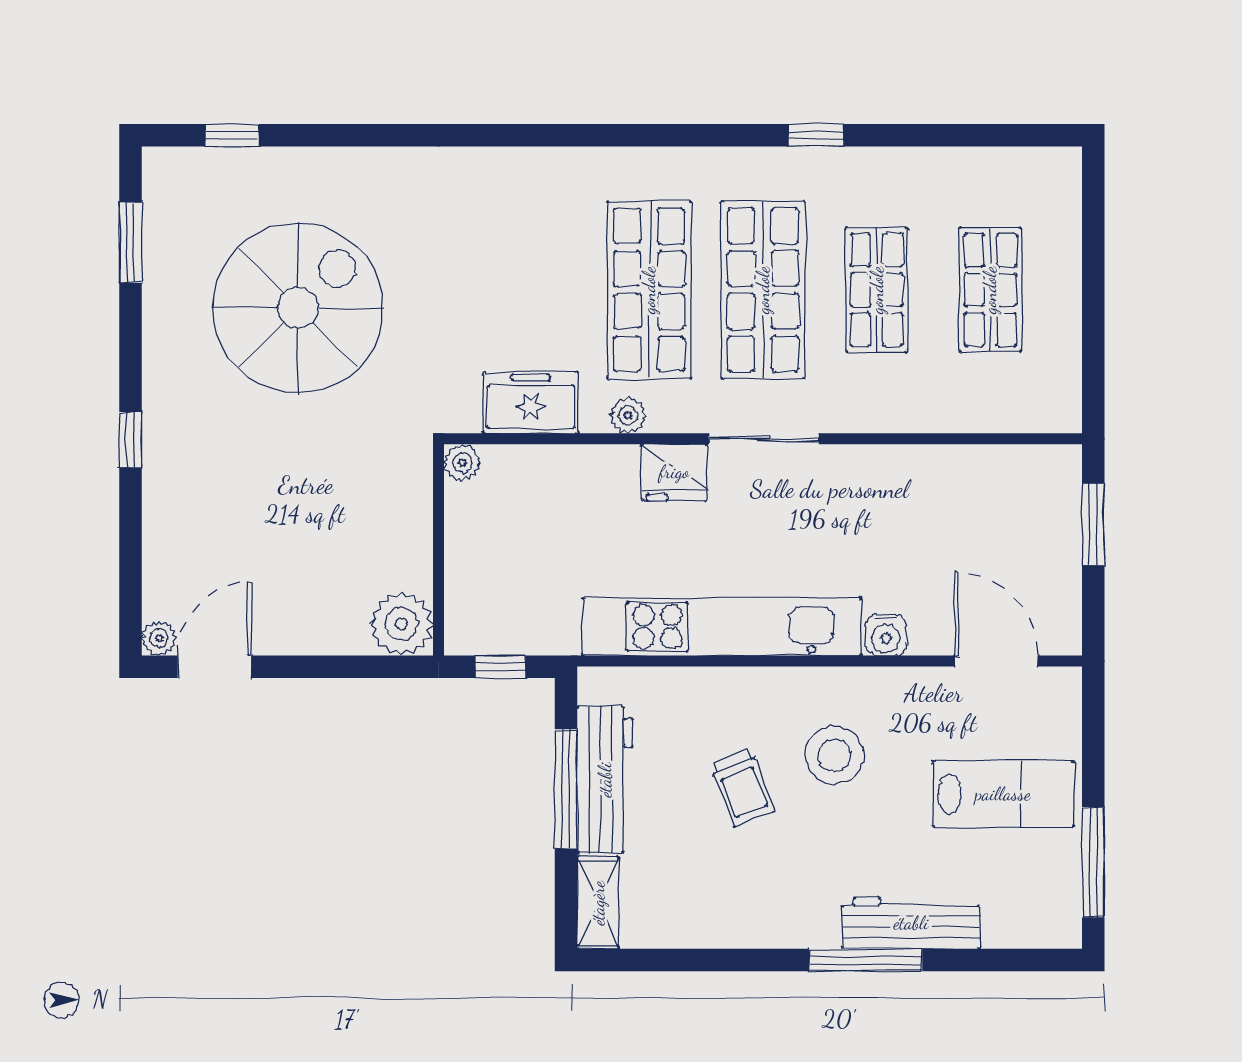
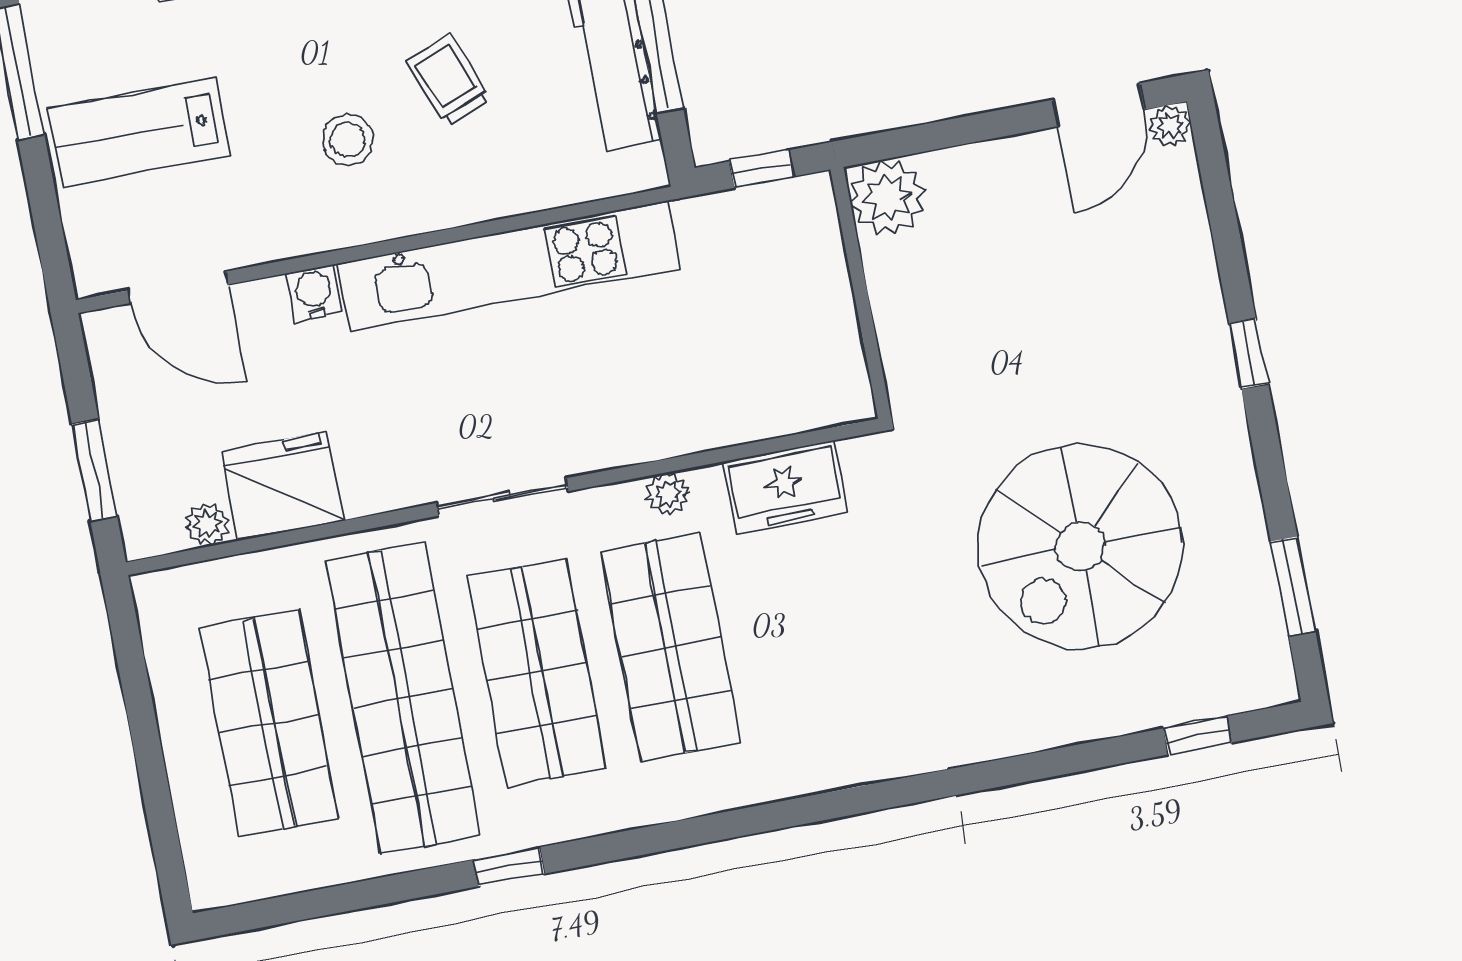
shop shelf: (877, 290) -> (403, 698), width x2.00, depth x1.36
shop shelf: (990, 290) -> (269, 724), width x1.43, depth x1.36
plant: (462, 463) -> (207, 524), moved
fridge: (674, 472) -> (282, 486), moved, width x1.36, depth x1.34
stool: (834, 756) -> (348, 139), width x0.73, depth x0.73

